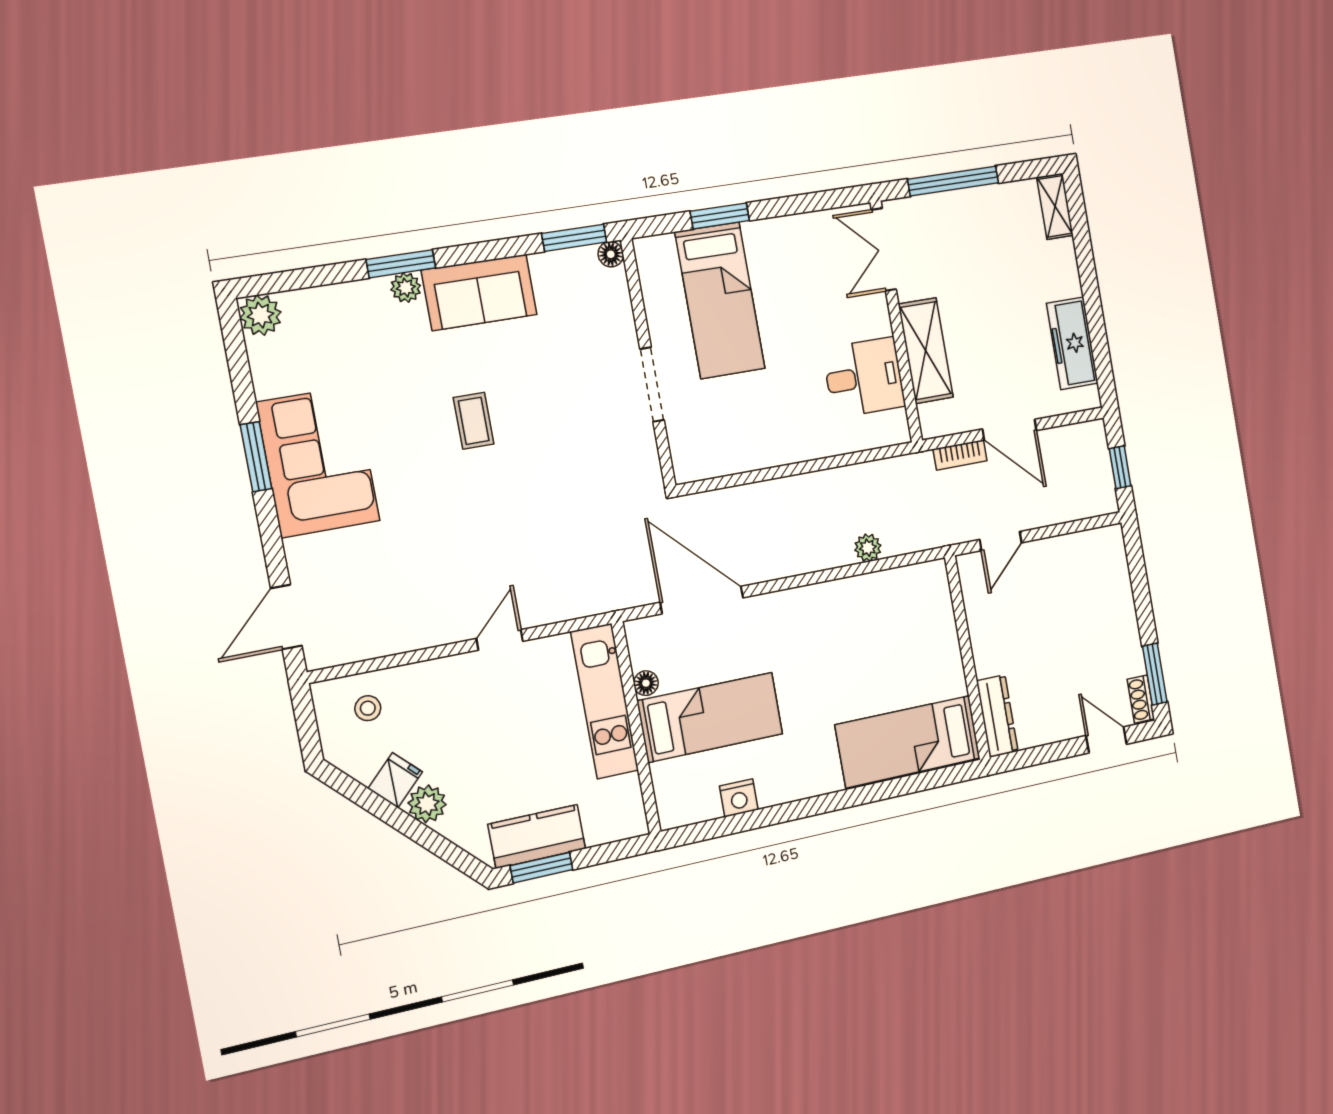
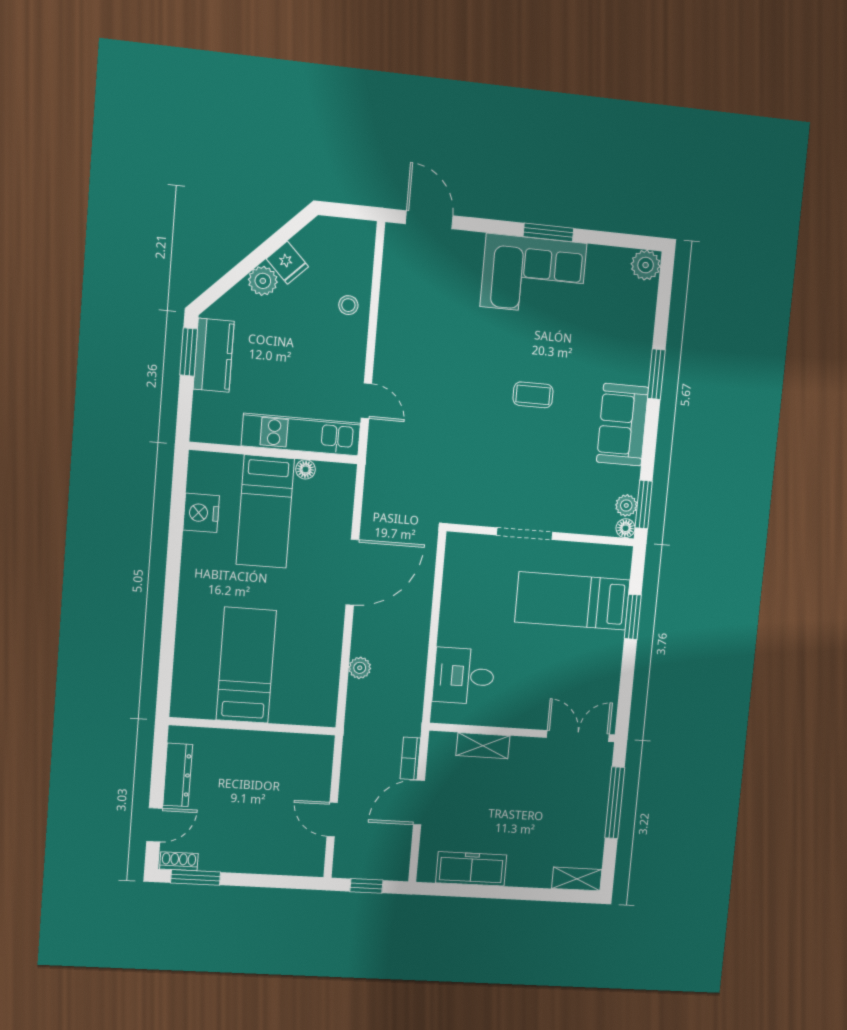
plant: (406, 288) -> (626, 505), moved
shelving: (926, 351) -> (483, 746), width x0.67, depth x0.75
desk: (864, 377) -> (464, 676), moved, turned 90
door: (1001, 541) -> (332, 820), moved
door: (702, 600) -> (352, 572), moved
door: (500, 640) -> (366, 401), moved
stool: (368, 708) -> (348, 305), moved
dresser: (997, 716) -> (178, 775), moved, turned -90
bed: (908, 742) -> (246, 665), moved
nightstand: (739, 798) -> (201, 513), width x1.36, depth x1.33

